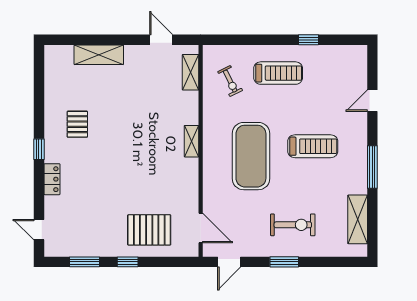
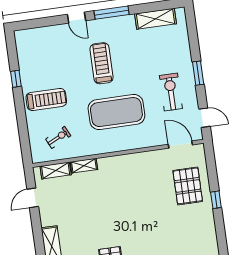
treadmill: (278, 73) -> (46, 100), turned 90
door: (372, 101) -> (76, 18), moved
shelving: (191, 141) -> (84, 166), moved
exercise bike: (293, 225) -> (171, 92), moved
door: (201, 228) -> (180, 145), hinge flipped
window: (85, 262) -> (221, 235), removed

